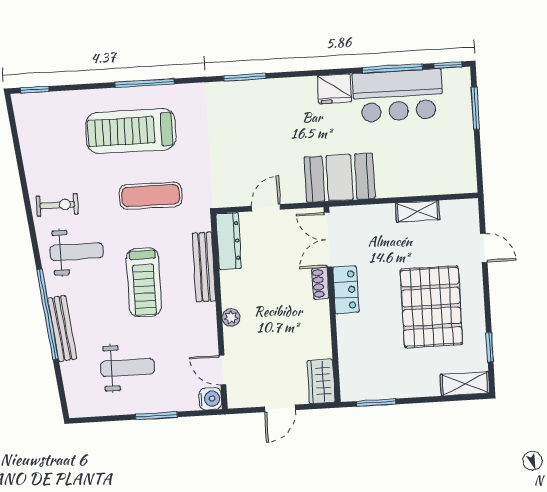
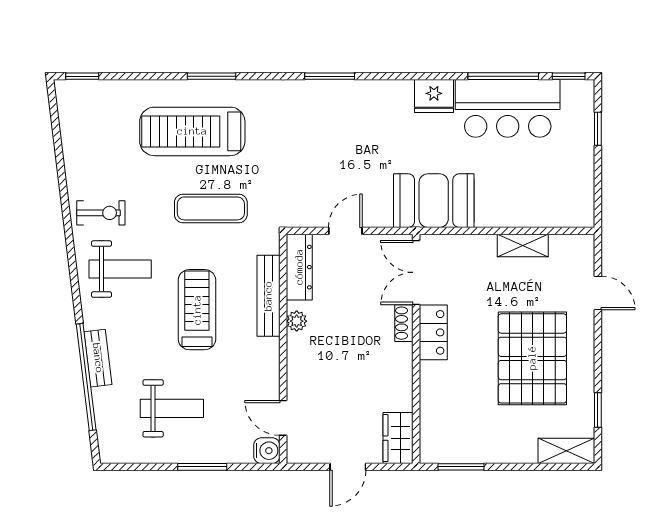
window: (144, 83) -> (212, 76), width x0.69
window: (475, 108) -> (598, 129), width x0.67
treadmill: (144, 282) -> (197, 310), turned 180
window: (47, 314) -> (86, 377), moved
plant: (231, 317) -> (297, 321), moved
bench: (62, 329) -> (98, 358), width x0.73

